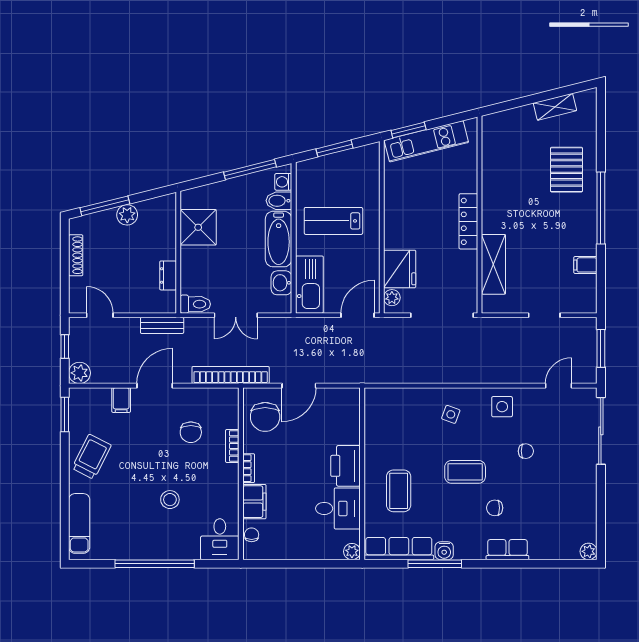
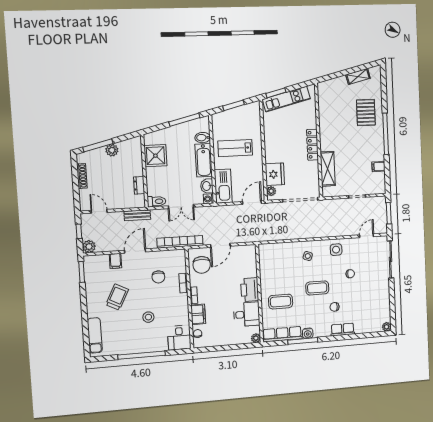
washing machine: (283, 182) -> (209, 199), moved
trolley: (92, 457) -> (117, 297), moved
coffee table: (399, 491) -> (281, 302), turned 90

